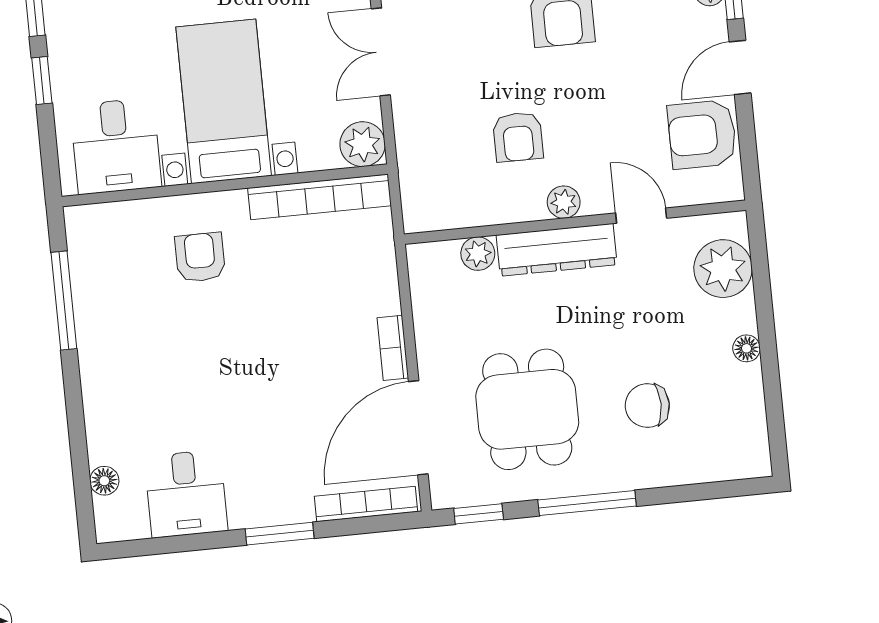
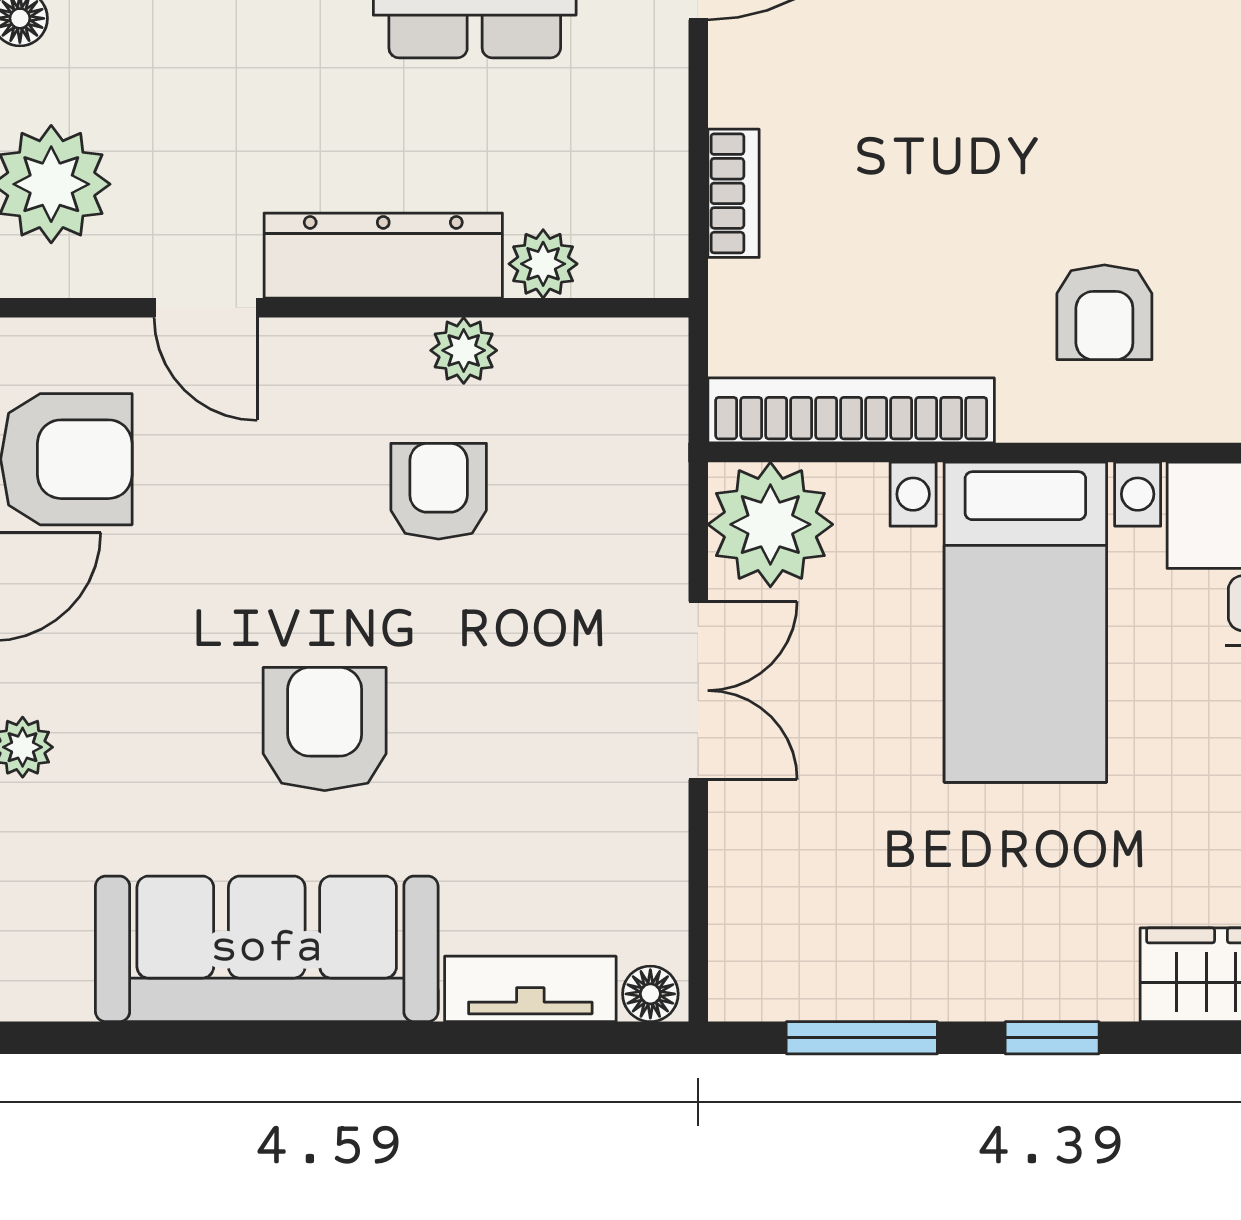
plant: (363, 144) -> (770, 524), width x1.36, depth x1.36
plant: (564, 202) -> (464, 350), moved
bookcase: (393, 348) -> (734, 193), moved

